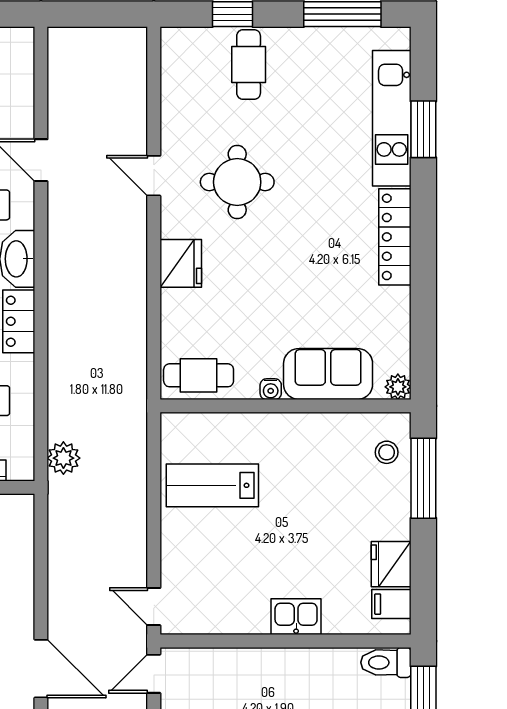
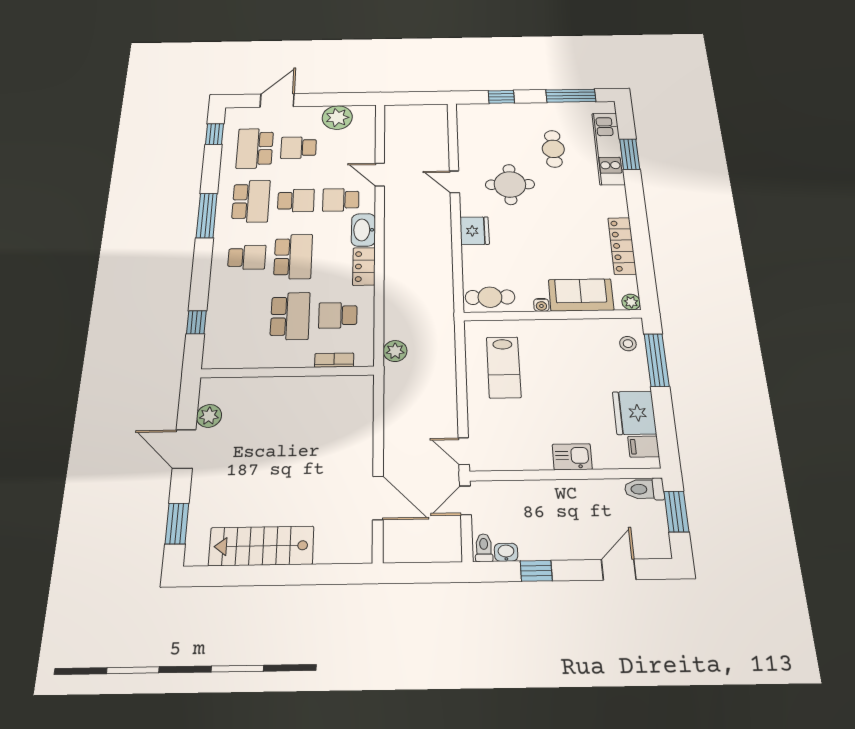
cafe table: (249, 64) -> (553, 149), moved
locker: (395, 237) -> (622, 246), moved
lab bench: (212, 485) -> (504, 367), turned -90
fridge: (391, 564) -> (634, 413), width x1.36, depth x1.34

